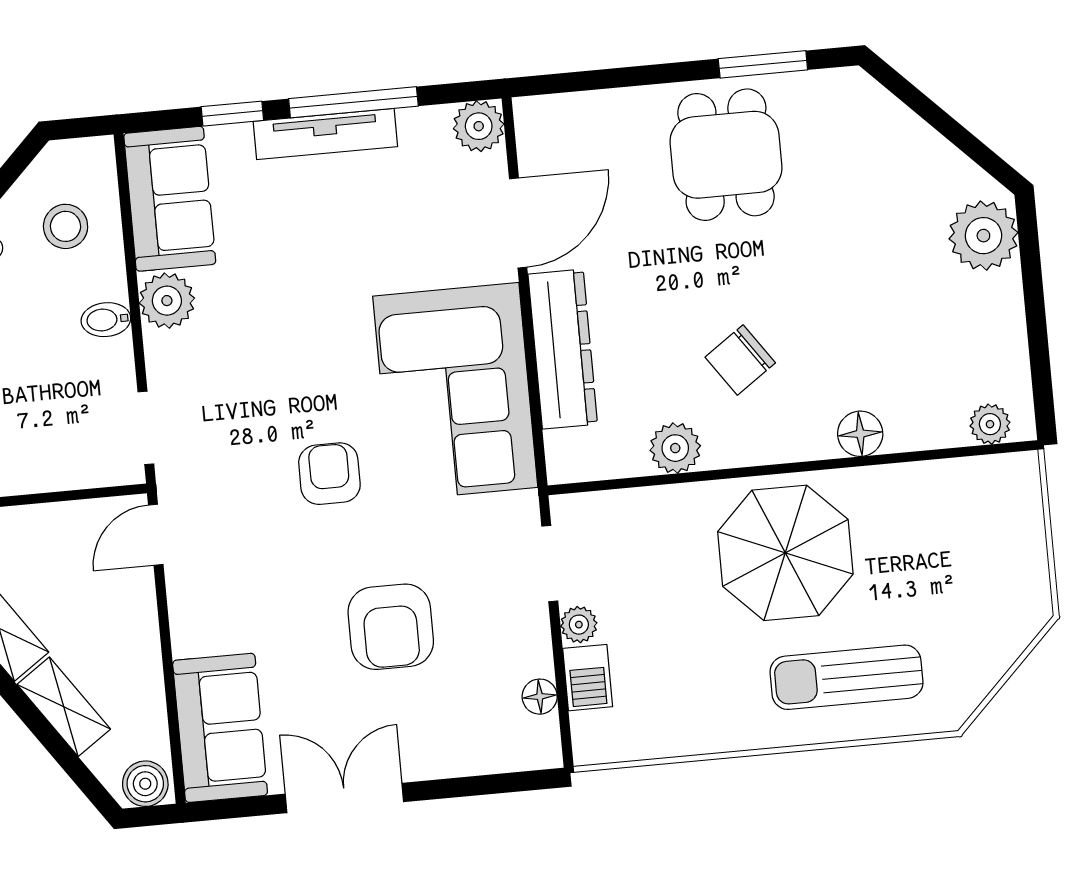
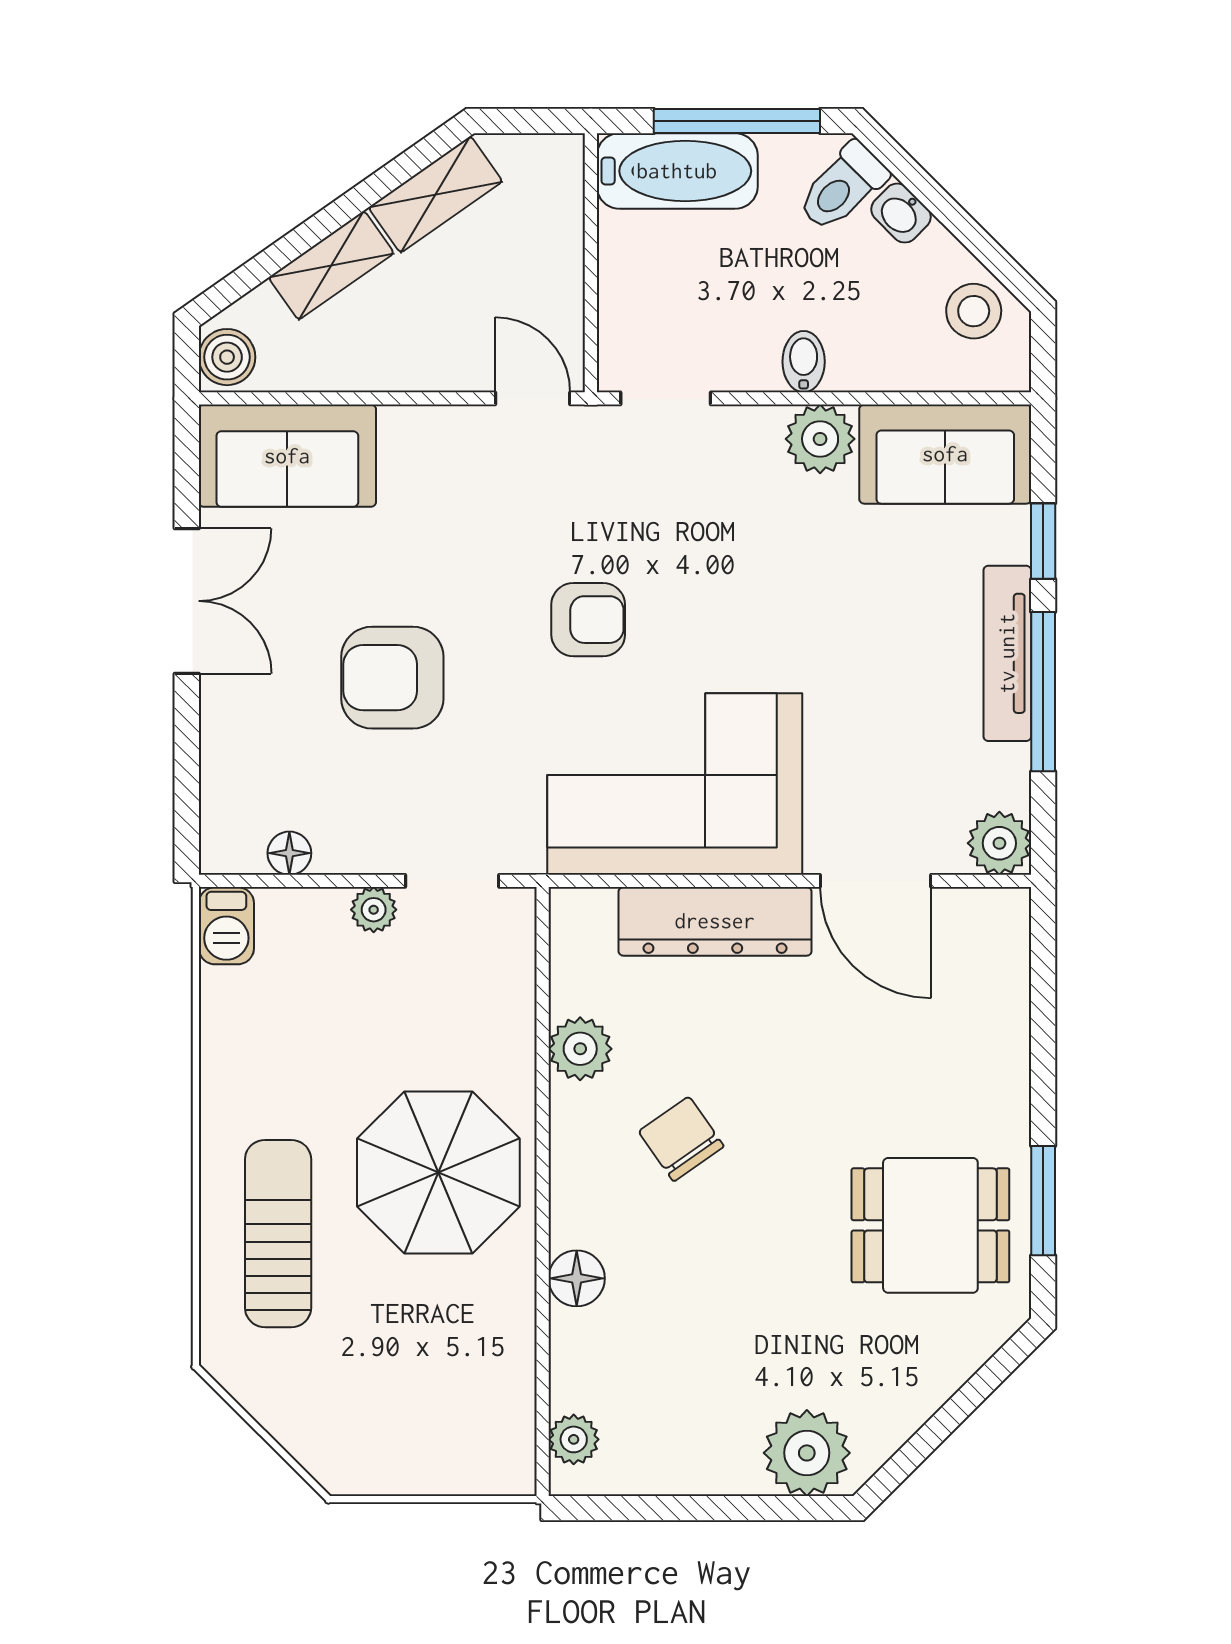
dining table: (726, 155) -> (930, 1225), moved
stool: (66, 226) -> (974, 311), moved
barbecue: (588, 678) -> (226, 926), moved, turned -90

